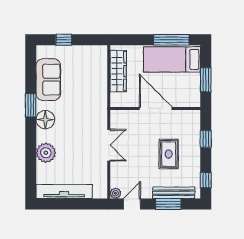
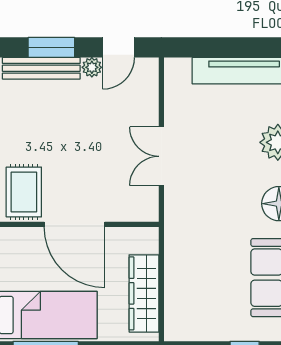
rug: (169, 154) -> (24, 192), moved
plant: (115, 193) -> (92, 67), moved

